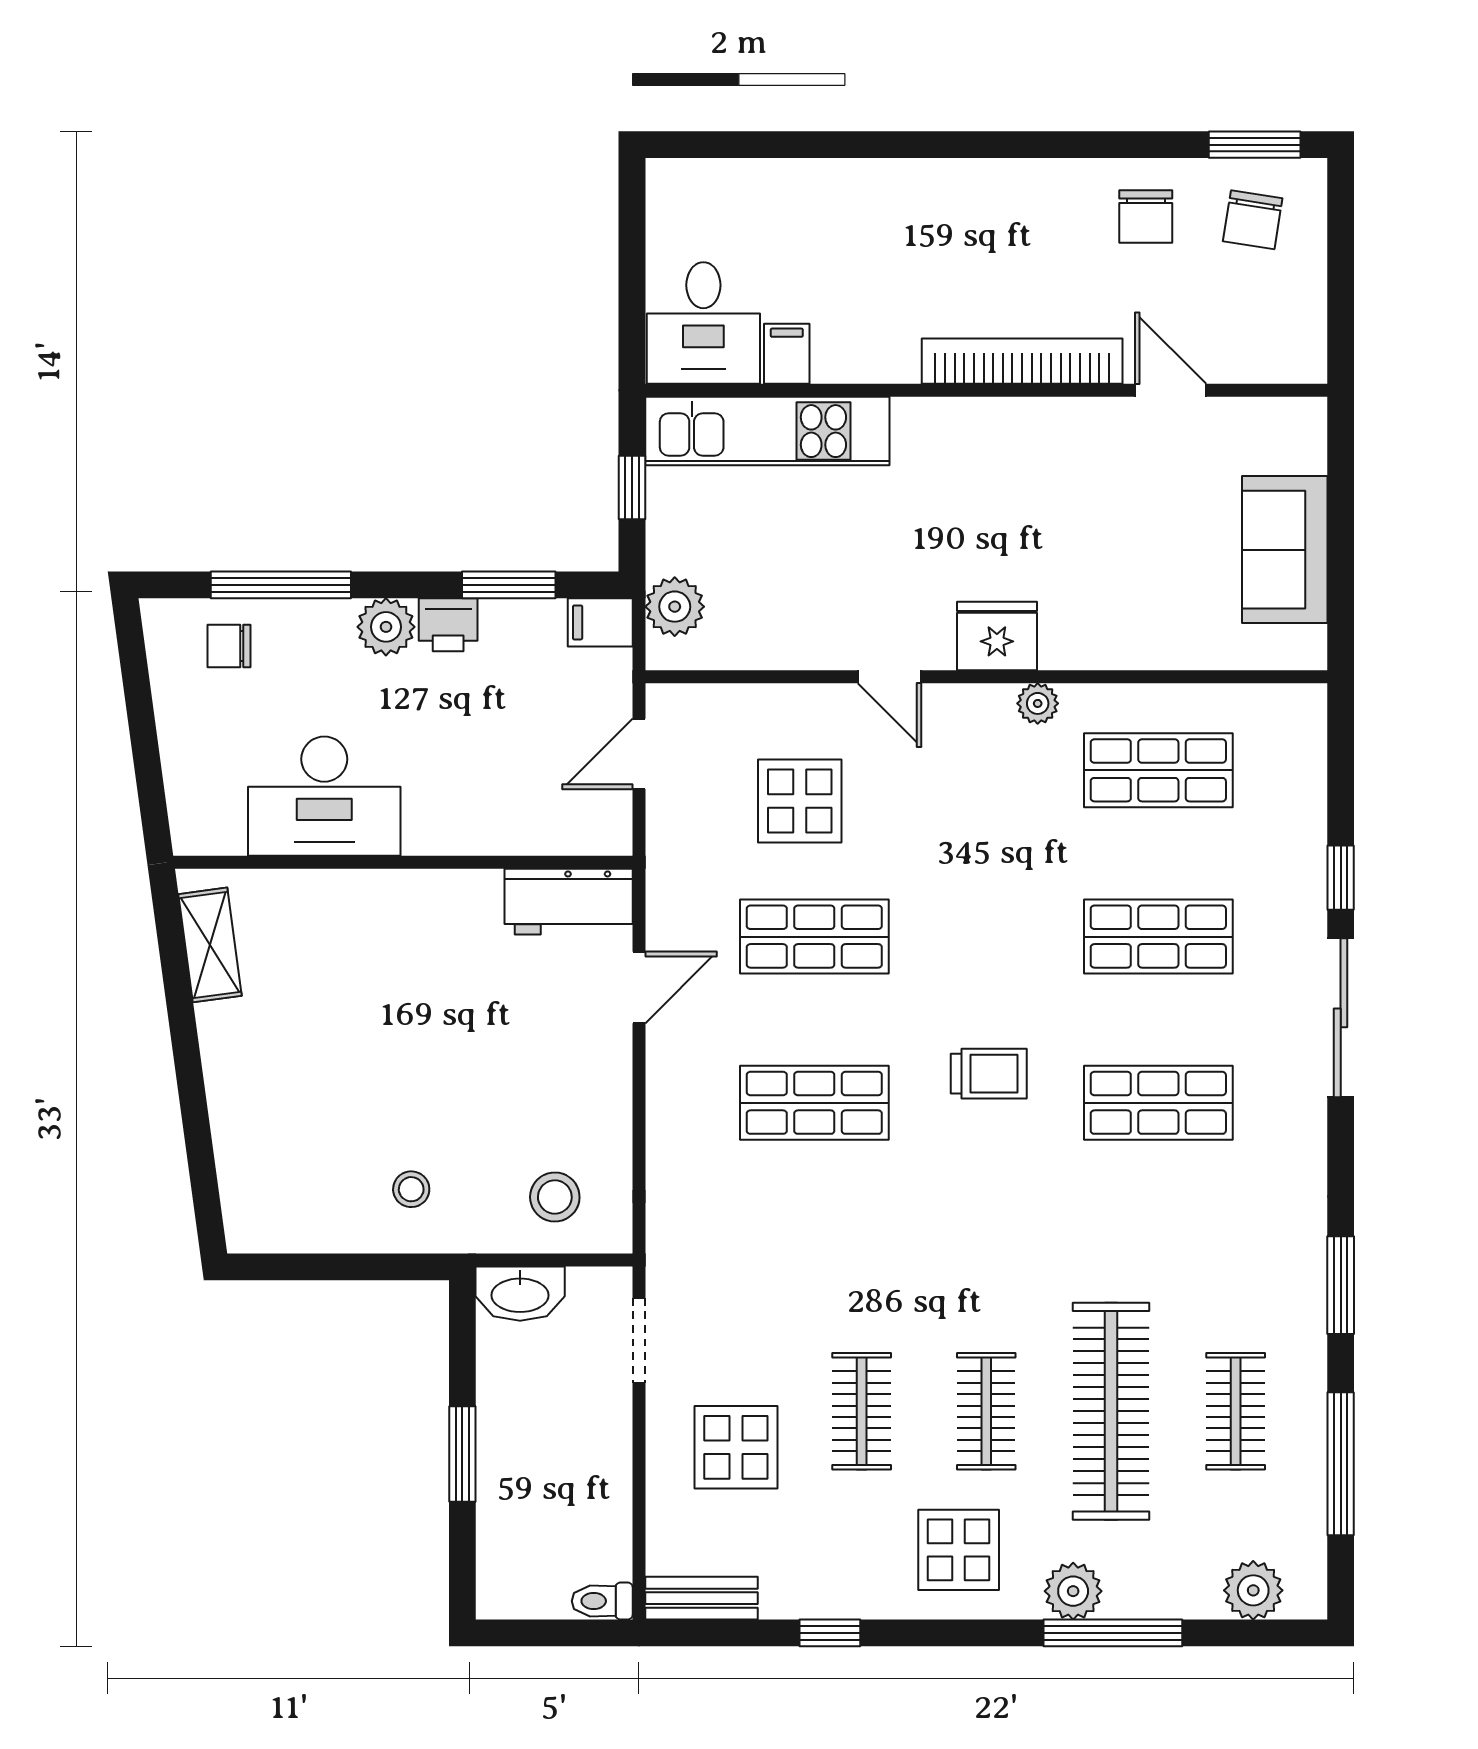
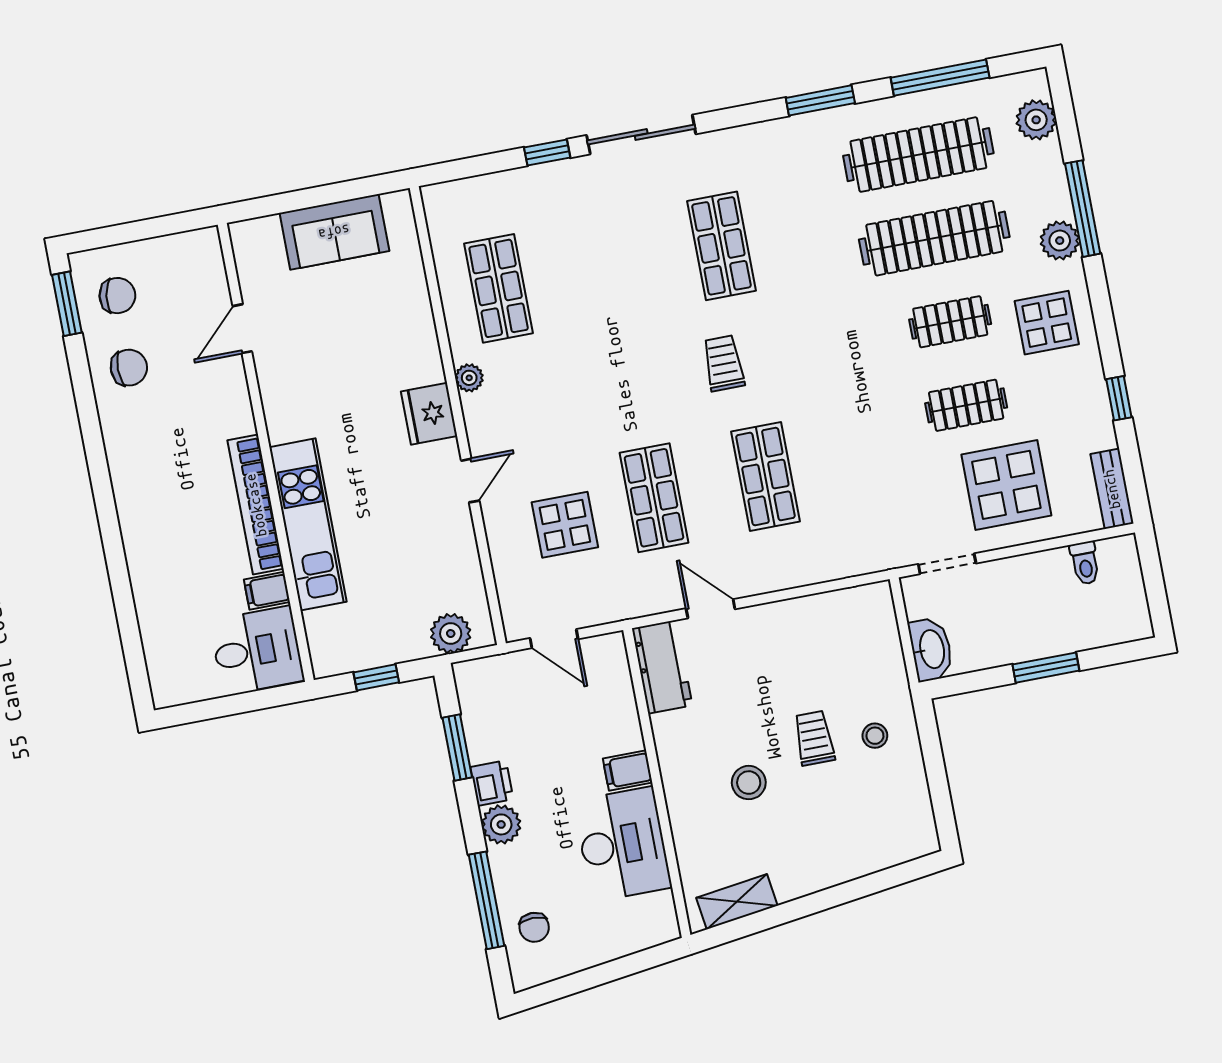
bookcase: (1022, 361) -> (256, 505), moved
kitchen unit: (767, 431) -> (308, 524), moved
filing cabinet: (600, 622) -> (628, 771), moved, turned 90
shop shelf: (1158, 937) -> (610, 267), removed
trolley: (424, 1101) -> (814, 738), added
stool: (555, 1197) -> (749, 783), moved
clothes rail: (1236, 1411) -> (918, 155), width x1.86, depth x1.31
display table: (736, 1447) -> (1006, 485), width x1.36, depth x1.36
toilet: (602, 1601) -> (1085, 563), moved

